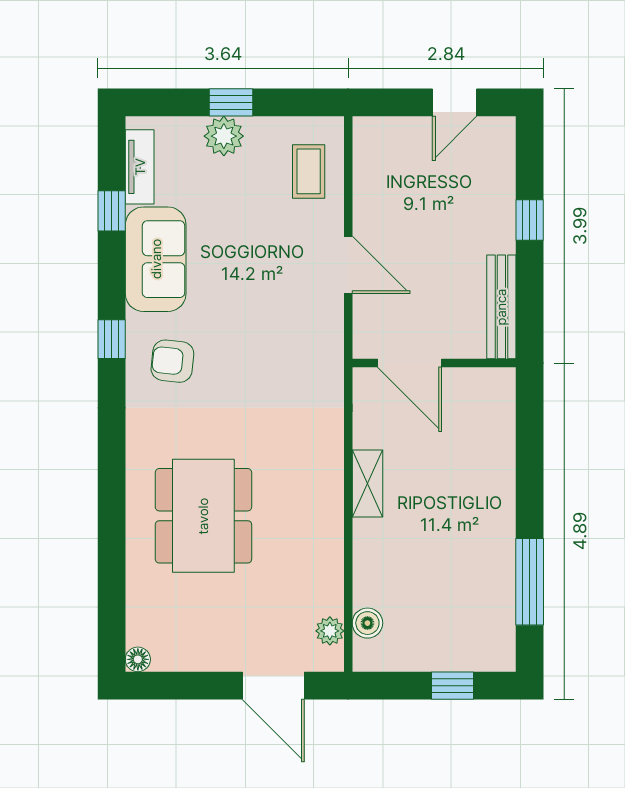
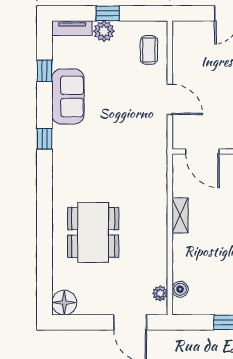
tv unit: (140, 167) -> (72, 28), moved, turned 90
armchair: (172, 361) -> (77, 150), removed
floor lamp: (138, 659) -> (64, 303), width x1.89, depth x1.89

